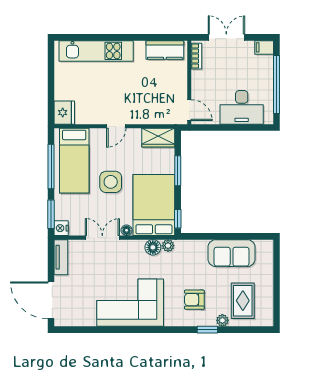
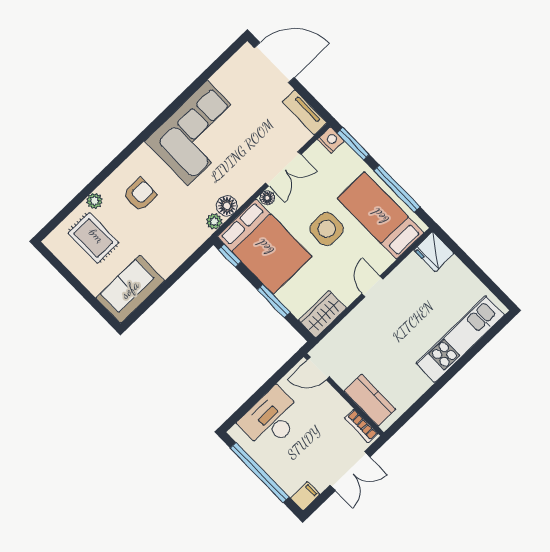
kitchen counter: (165, 50) -> (370, 400), moved, turned 90
sofa: (232, 253) -> (130, 289), moved
window: (207, 330) -> (100, 178), removed

